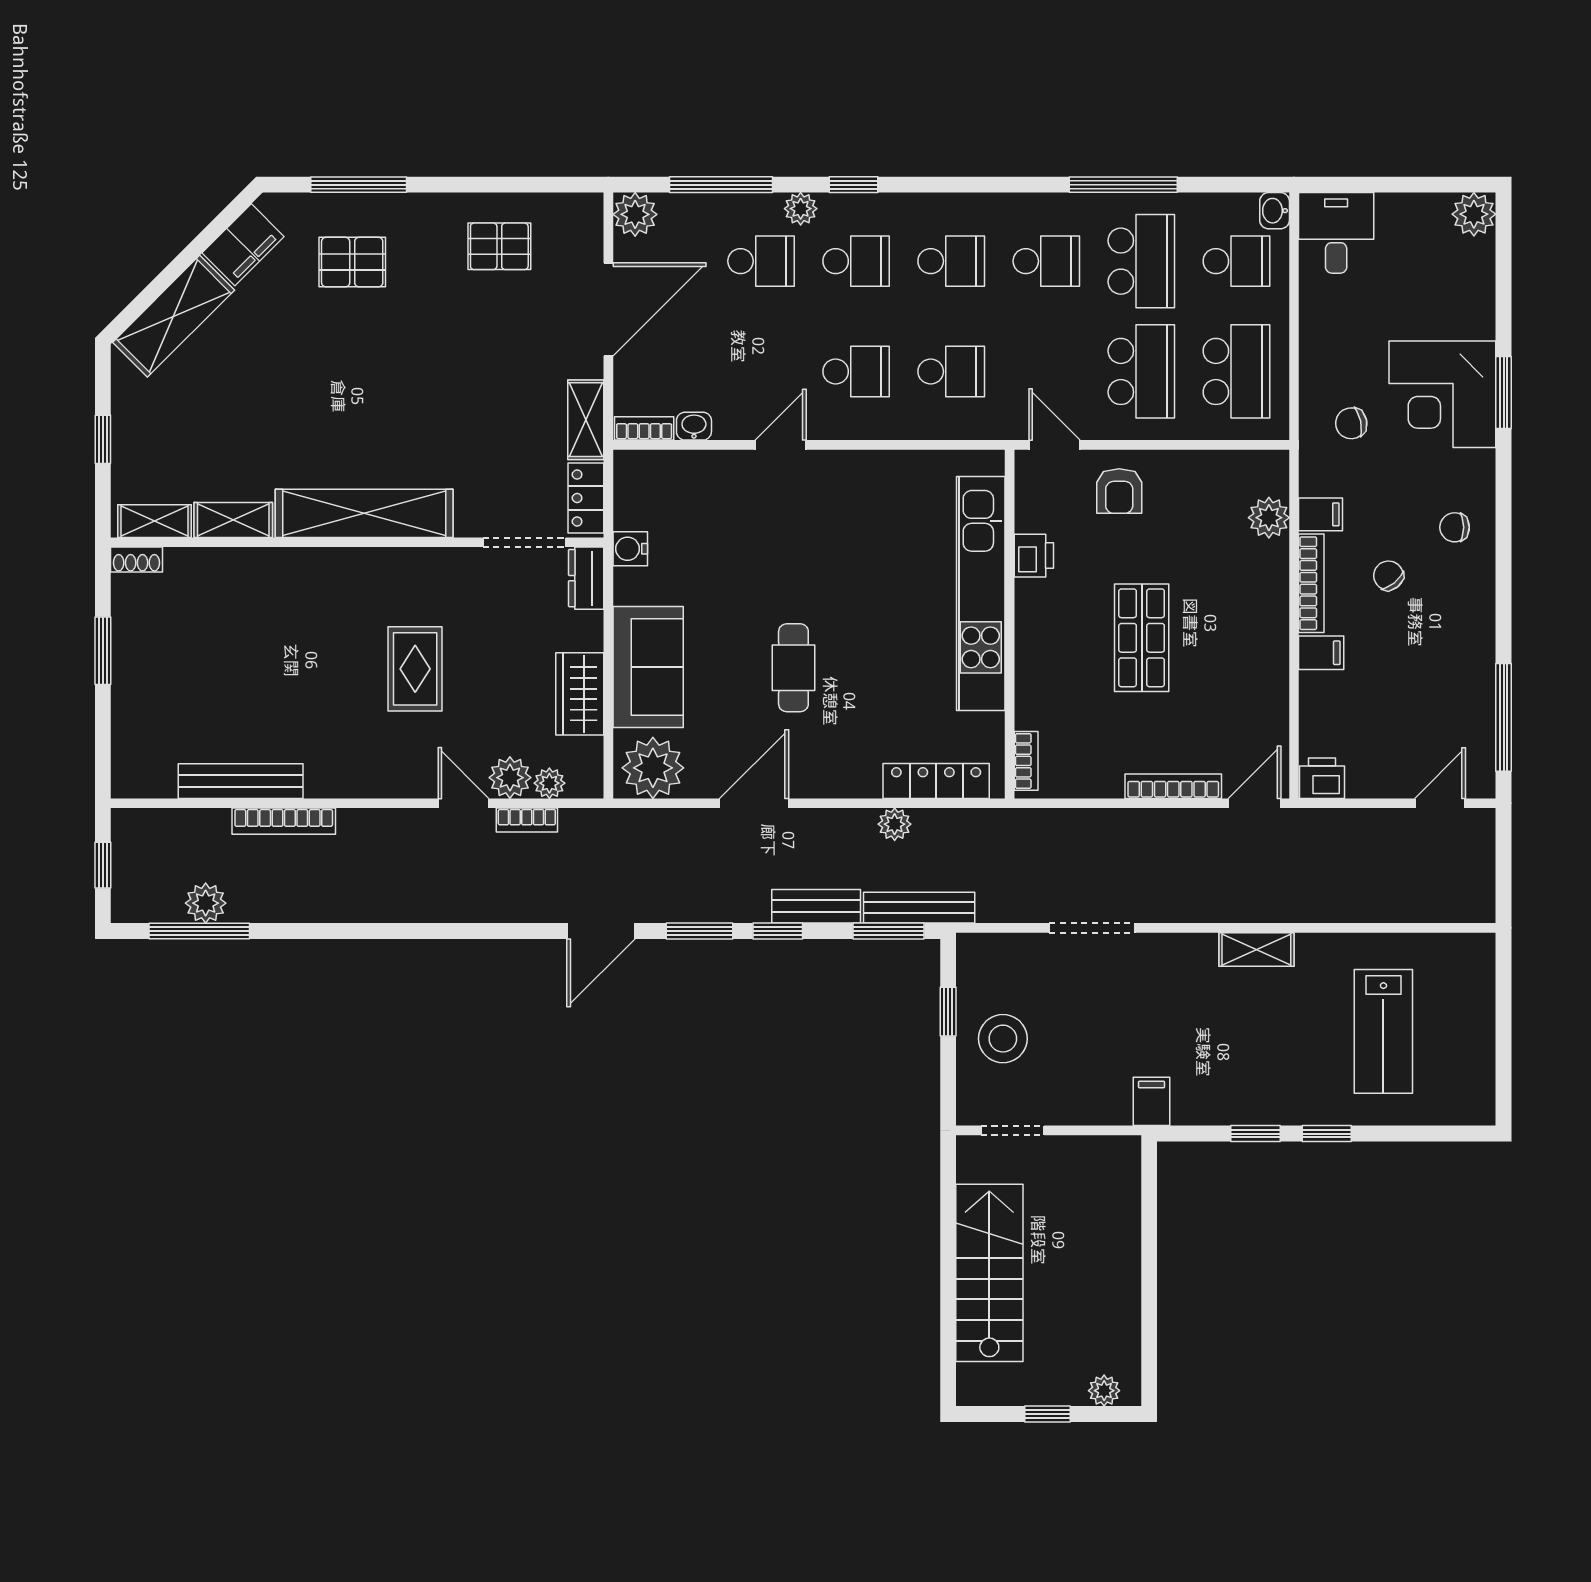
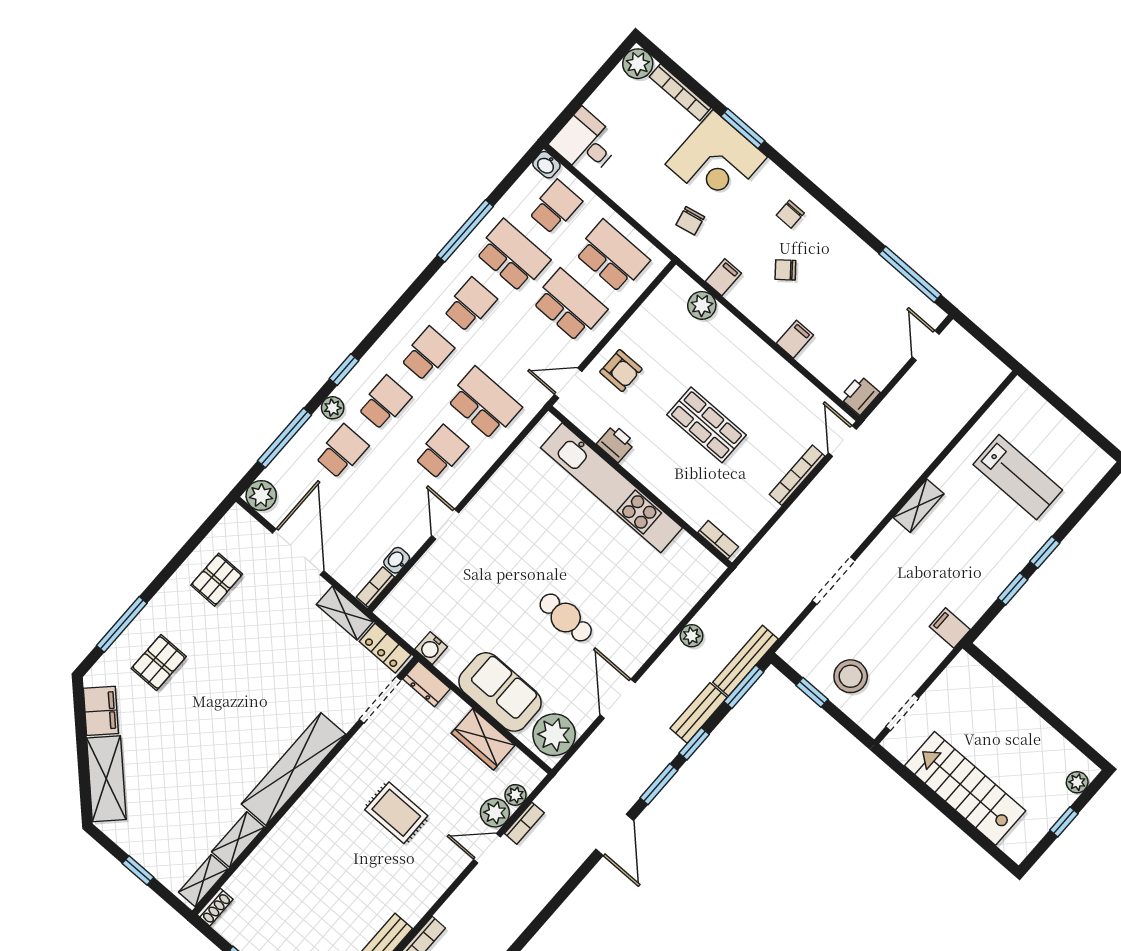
school desk: (951, 371) -> (484, 403), width x1.85
bookcase: (1311, 583) -> (680, 92), moved, turned 180
locker: (936, 781) -> (688, 595), removed

